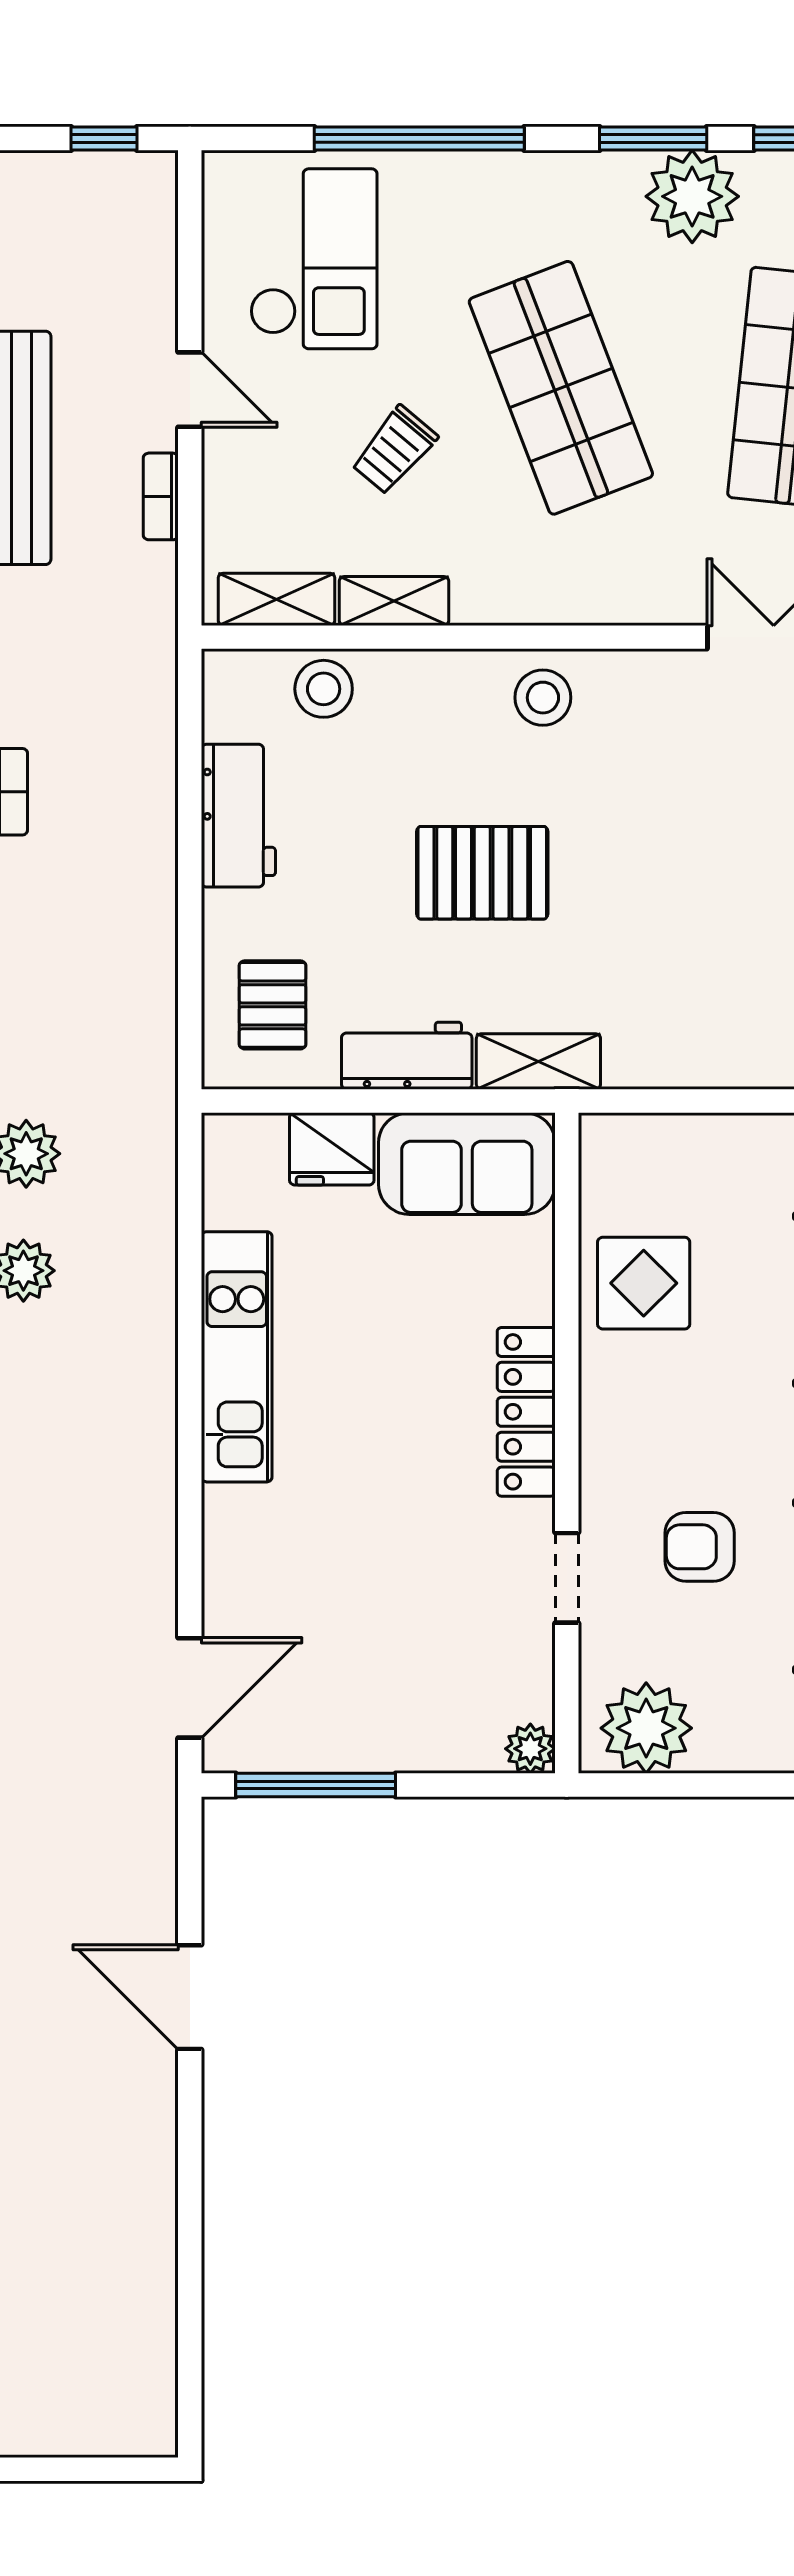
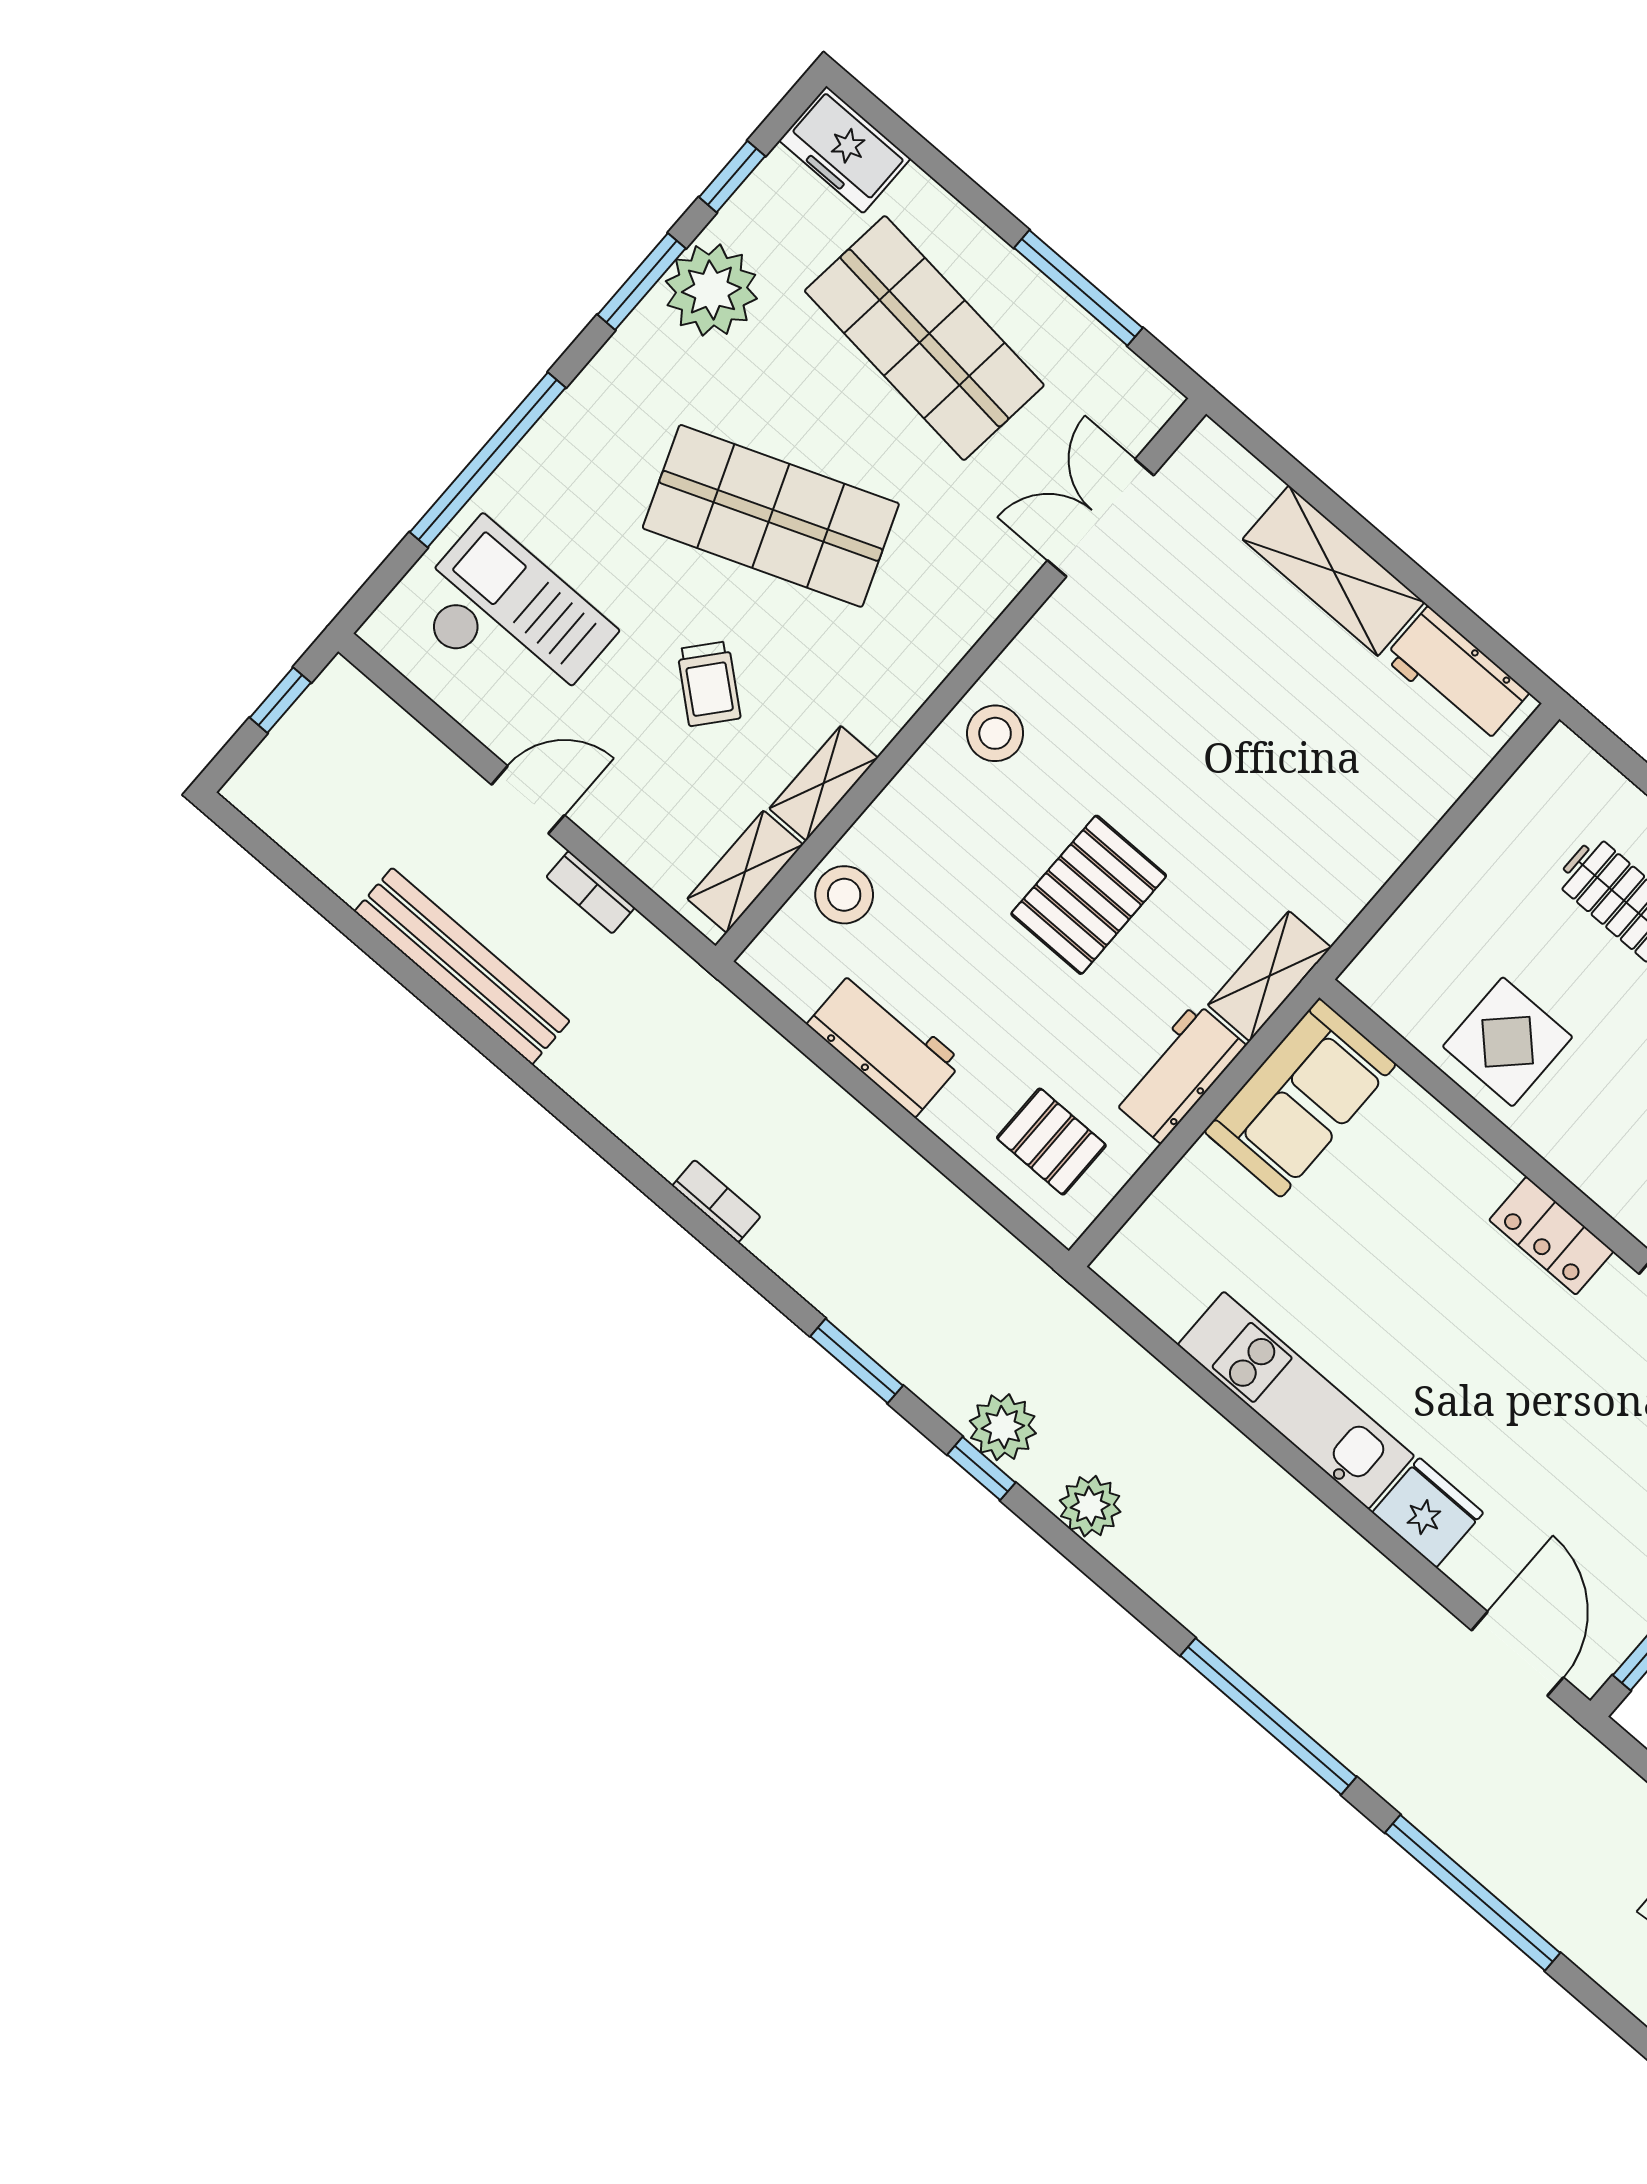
fridge: (332, 1149) -> (1428, 1513), moved, turned -90
locker: (526, 1412) -> (1551, 1236), width x0.66

